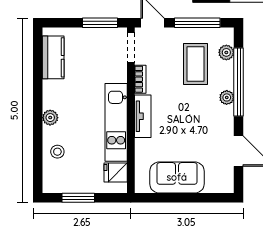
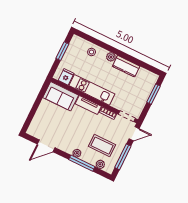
window: (100, 23) -> (153, 94), moved
kitchen counter: (53, 57) -> (126, 66), moved
window: (239, 82) -> (82, 163), width x0.68
sofa: (177, 177) -> (61, 96), moved, turned 90

